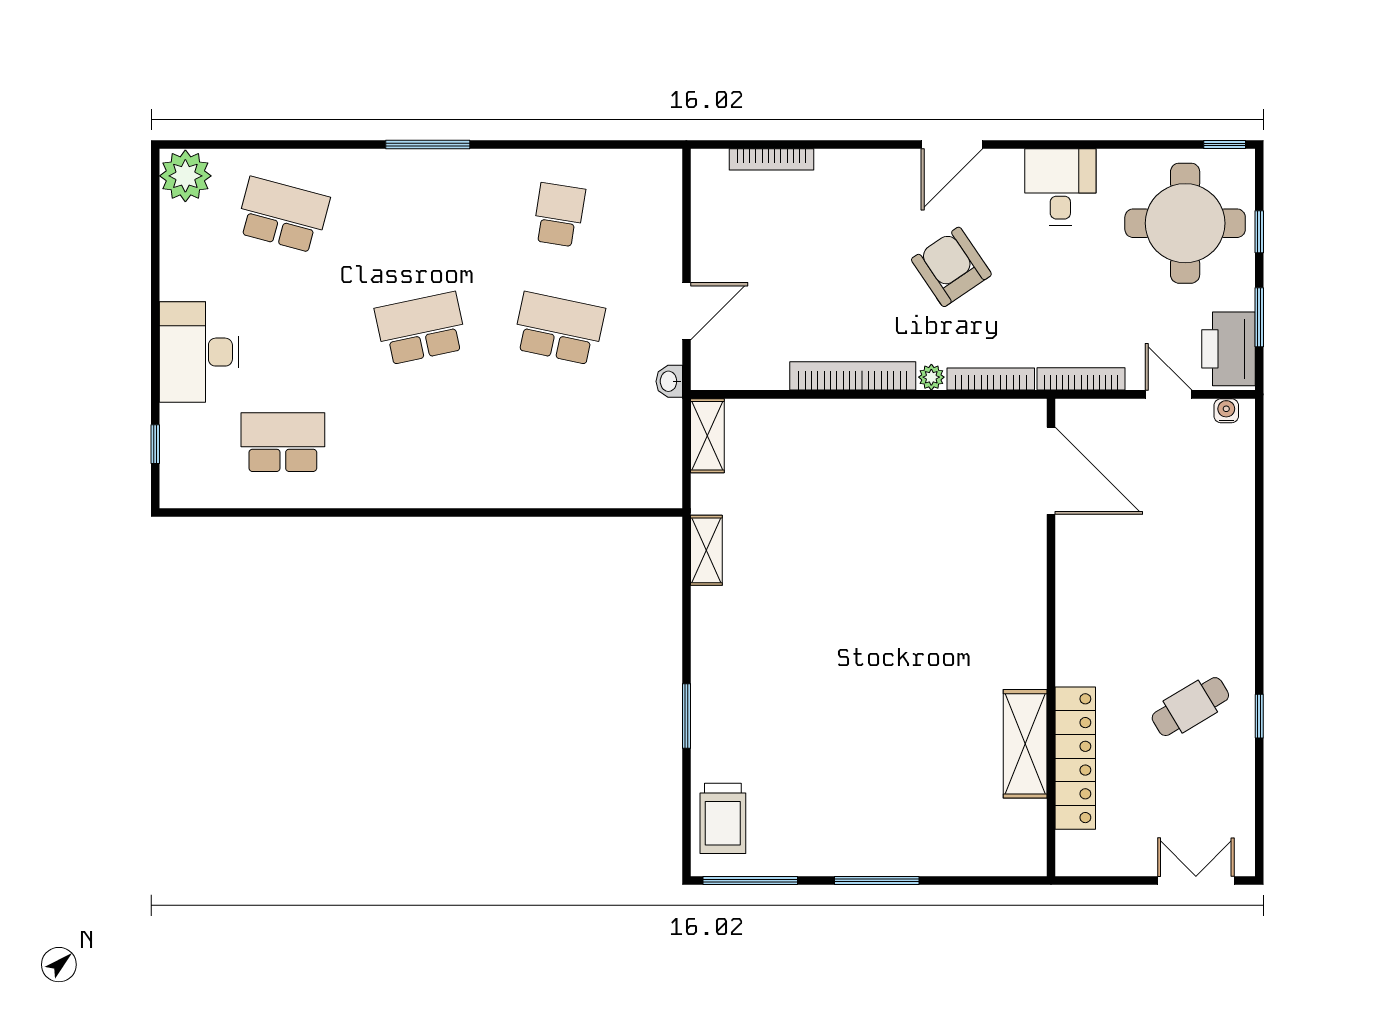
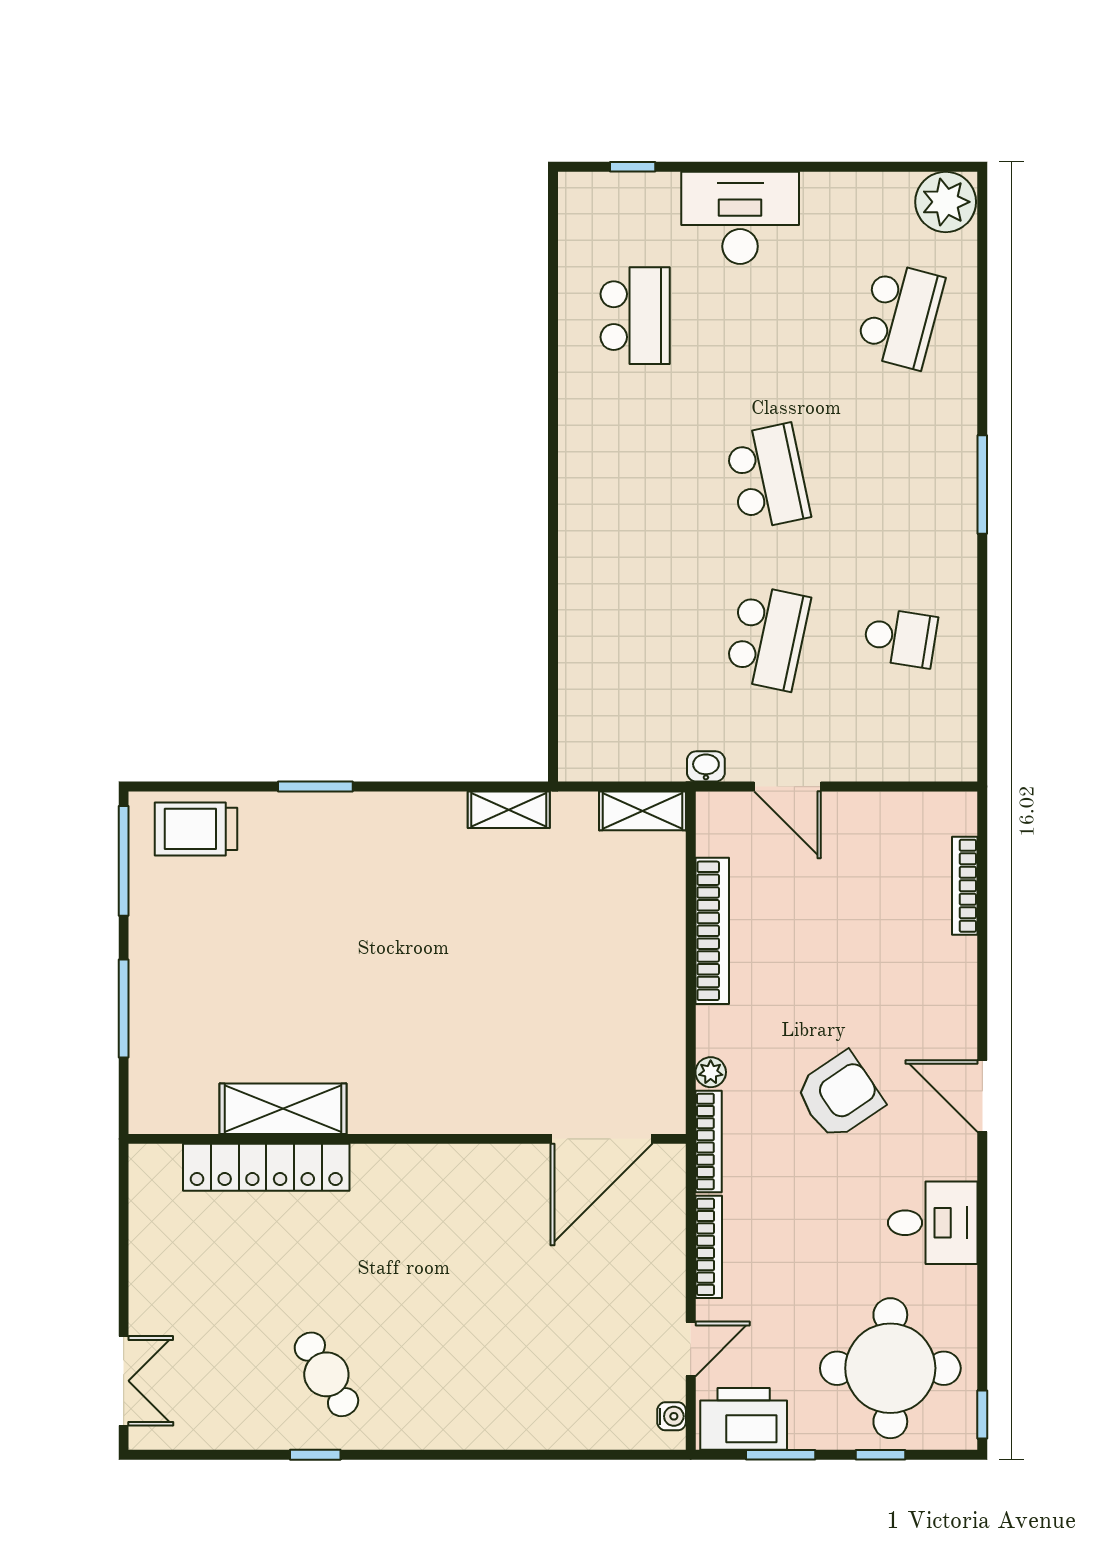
bookcase: (853, 376) -> (712, 931), moved
door: (1051, 471) -> (601, 1139), moved
wall: (1051, 637) -> (407, 1139), moved
shelving: (1025, 744) -> (283, 1109), moved
locker: (1075, 758) -> (266, 1167), moved

